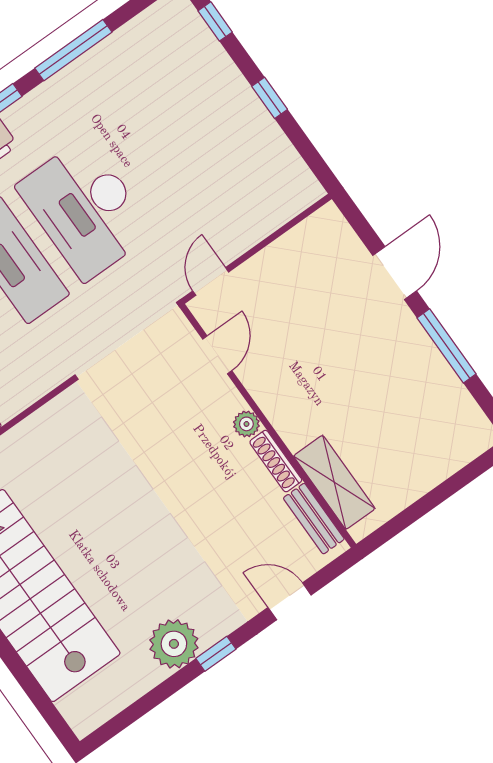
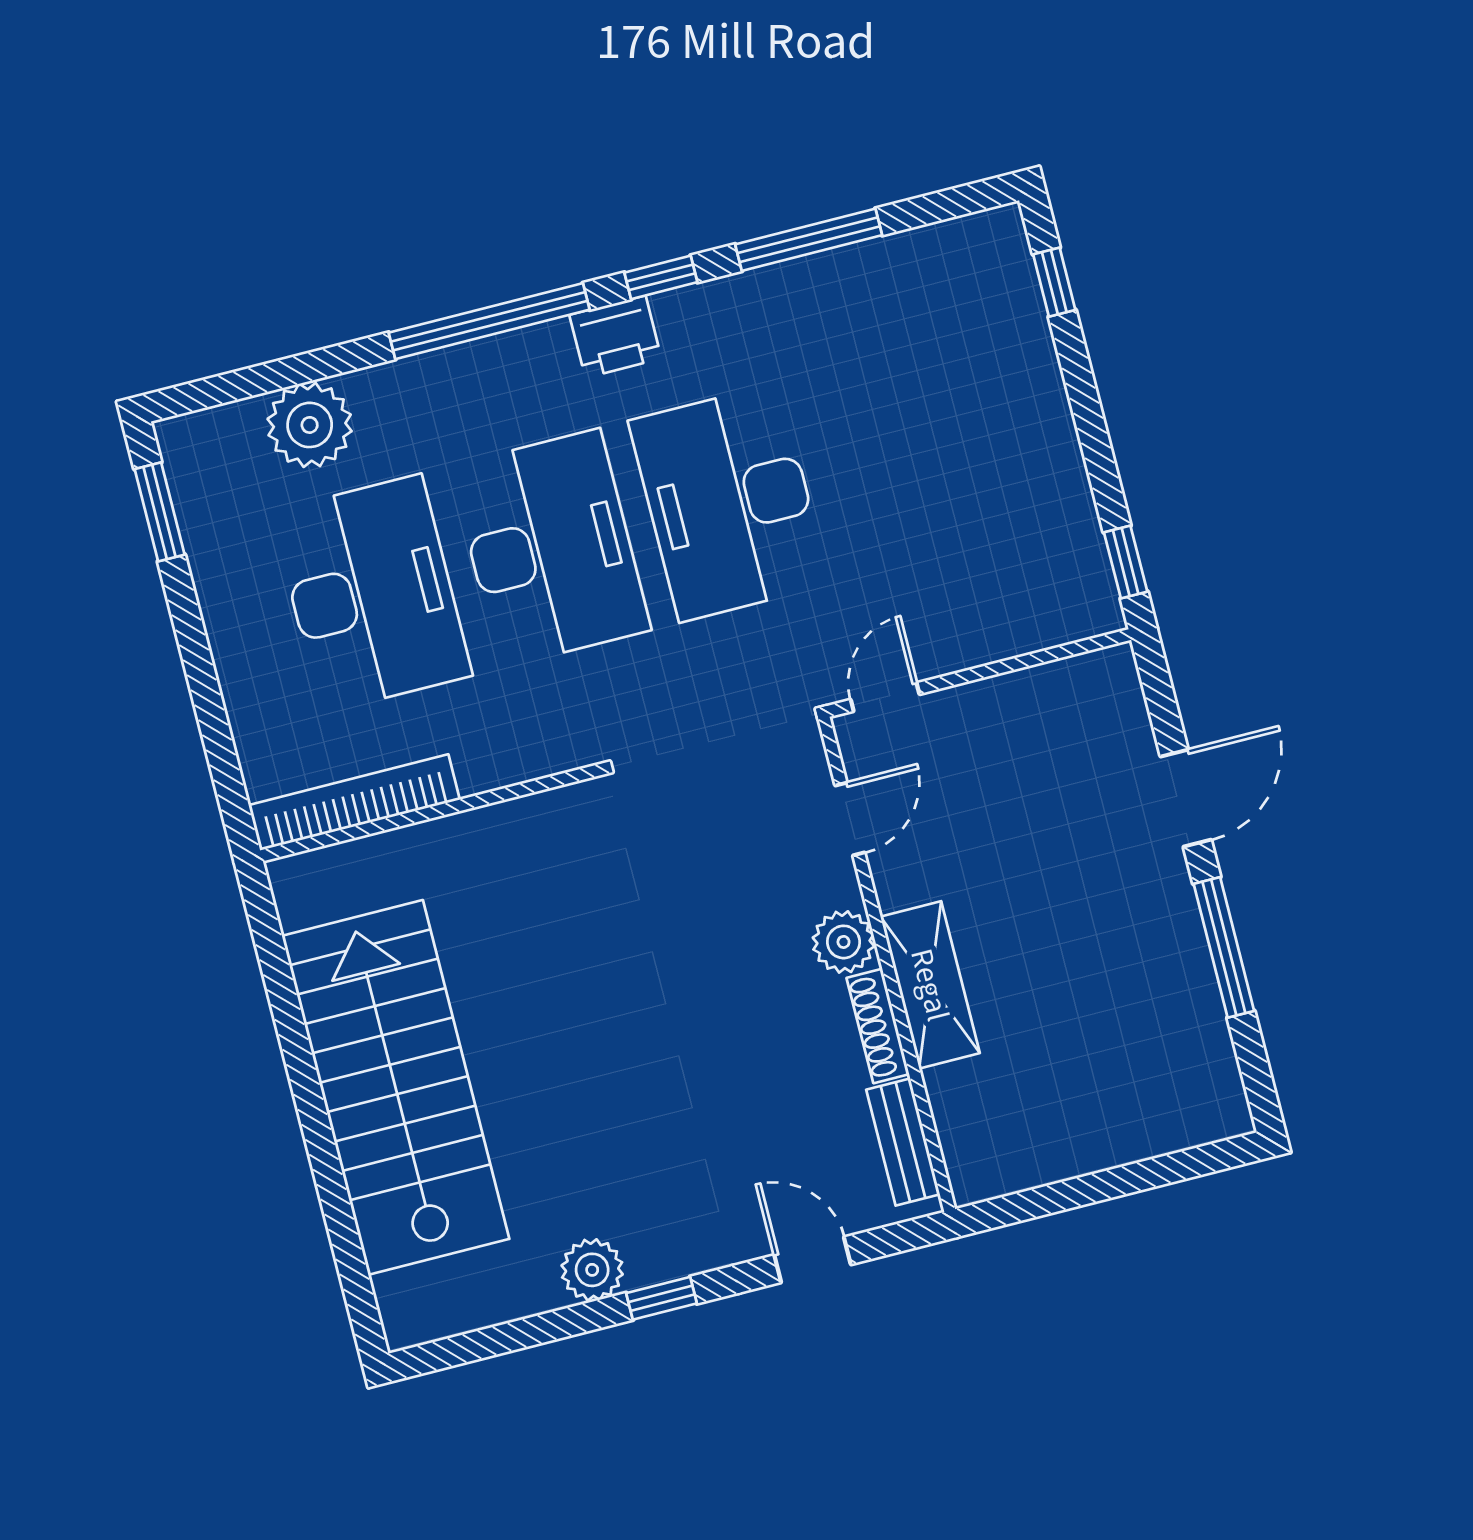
window: (270, 98) -> (1126, 562), moved
plant: (246, 424) -> (843, 942), width x1.38, depth x1.38
shelving: (334, 482) -> (930, 985), moved
plant: (174, 644) -> (592, 1270), width x0.73, depth x0.73

